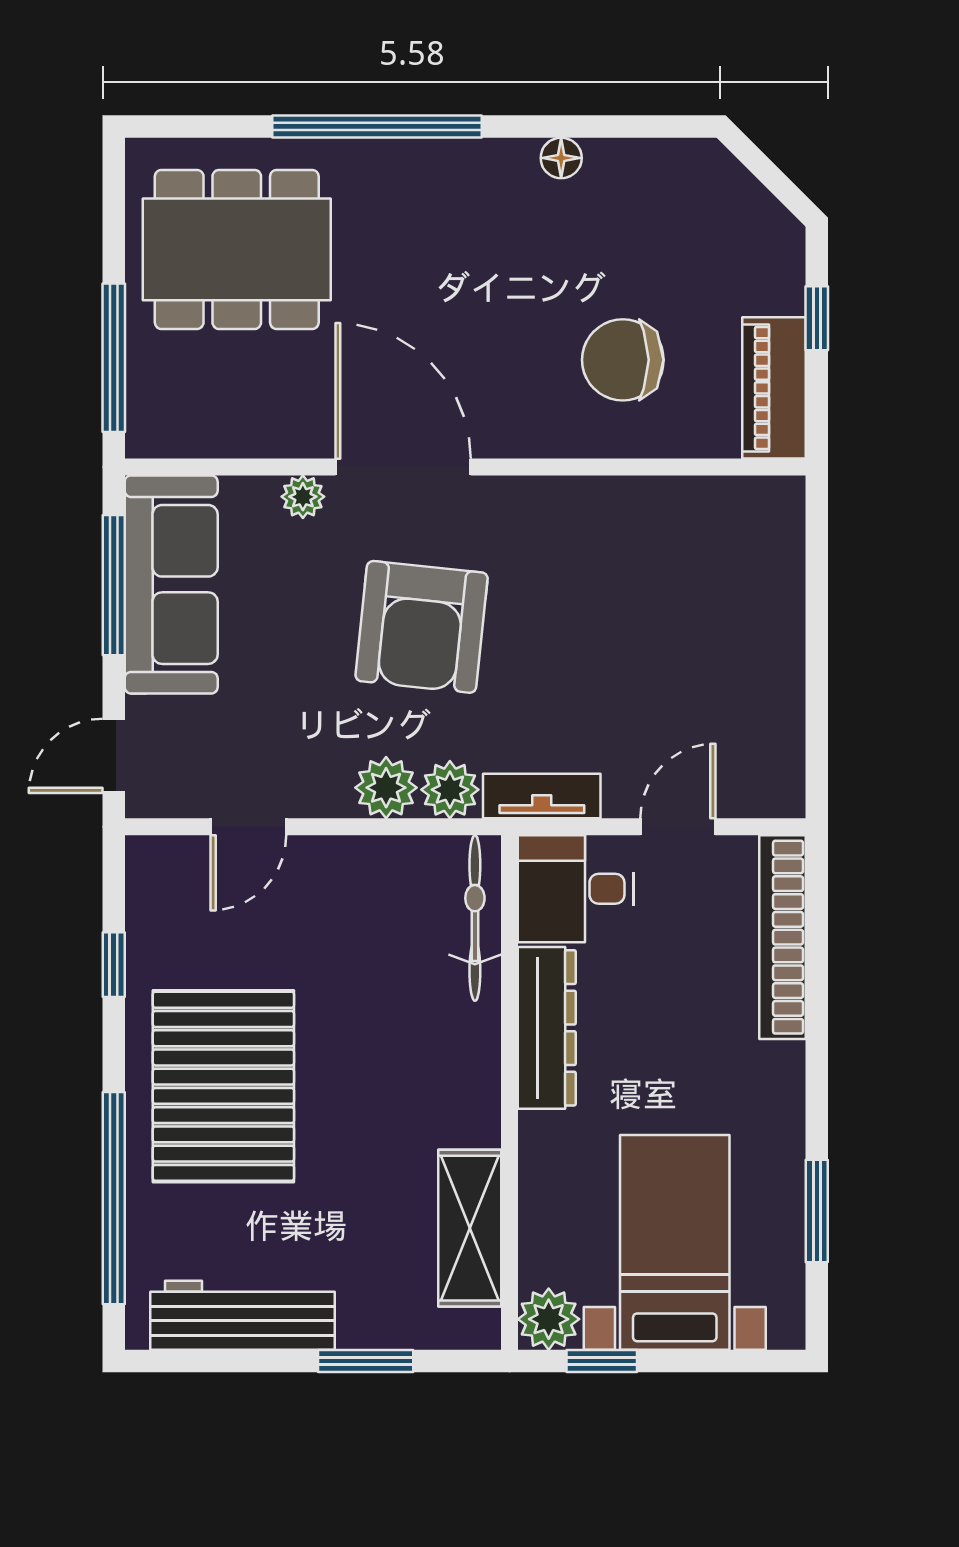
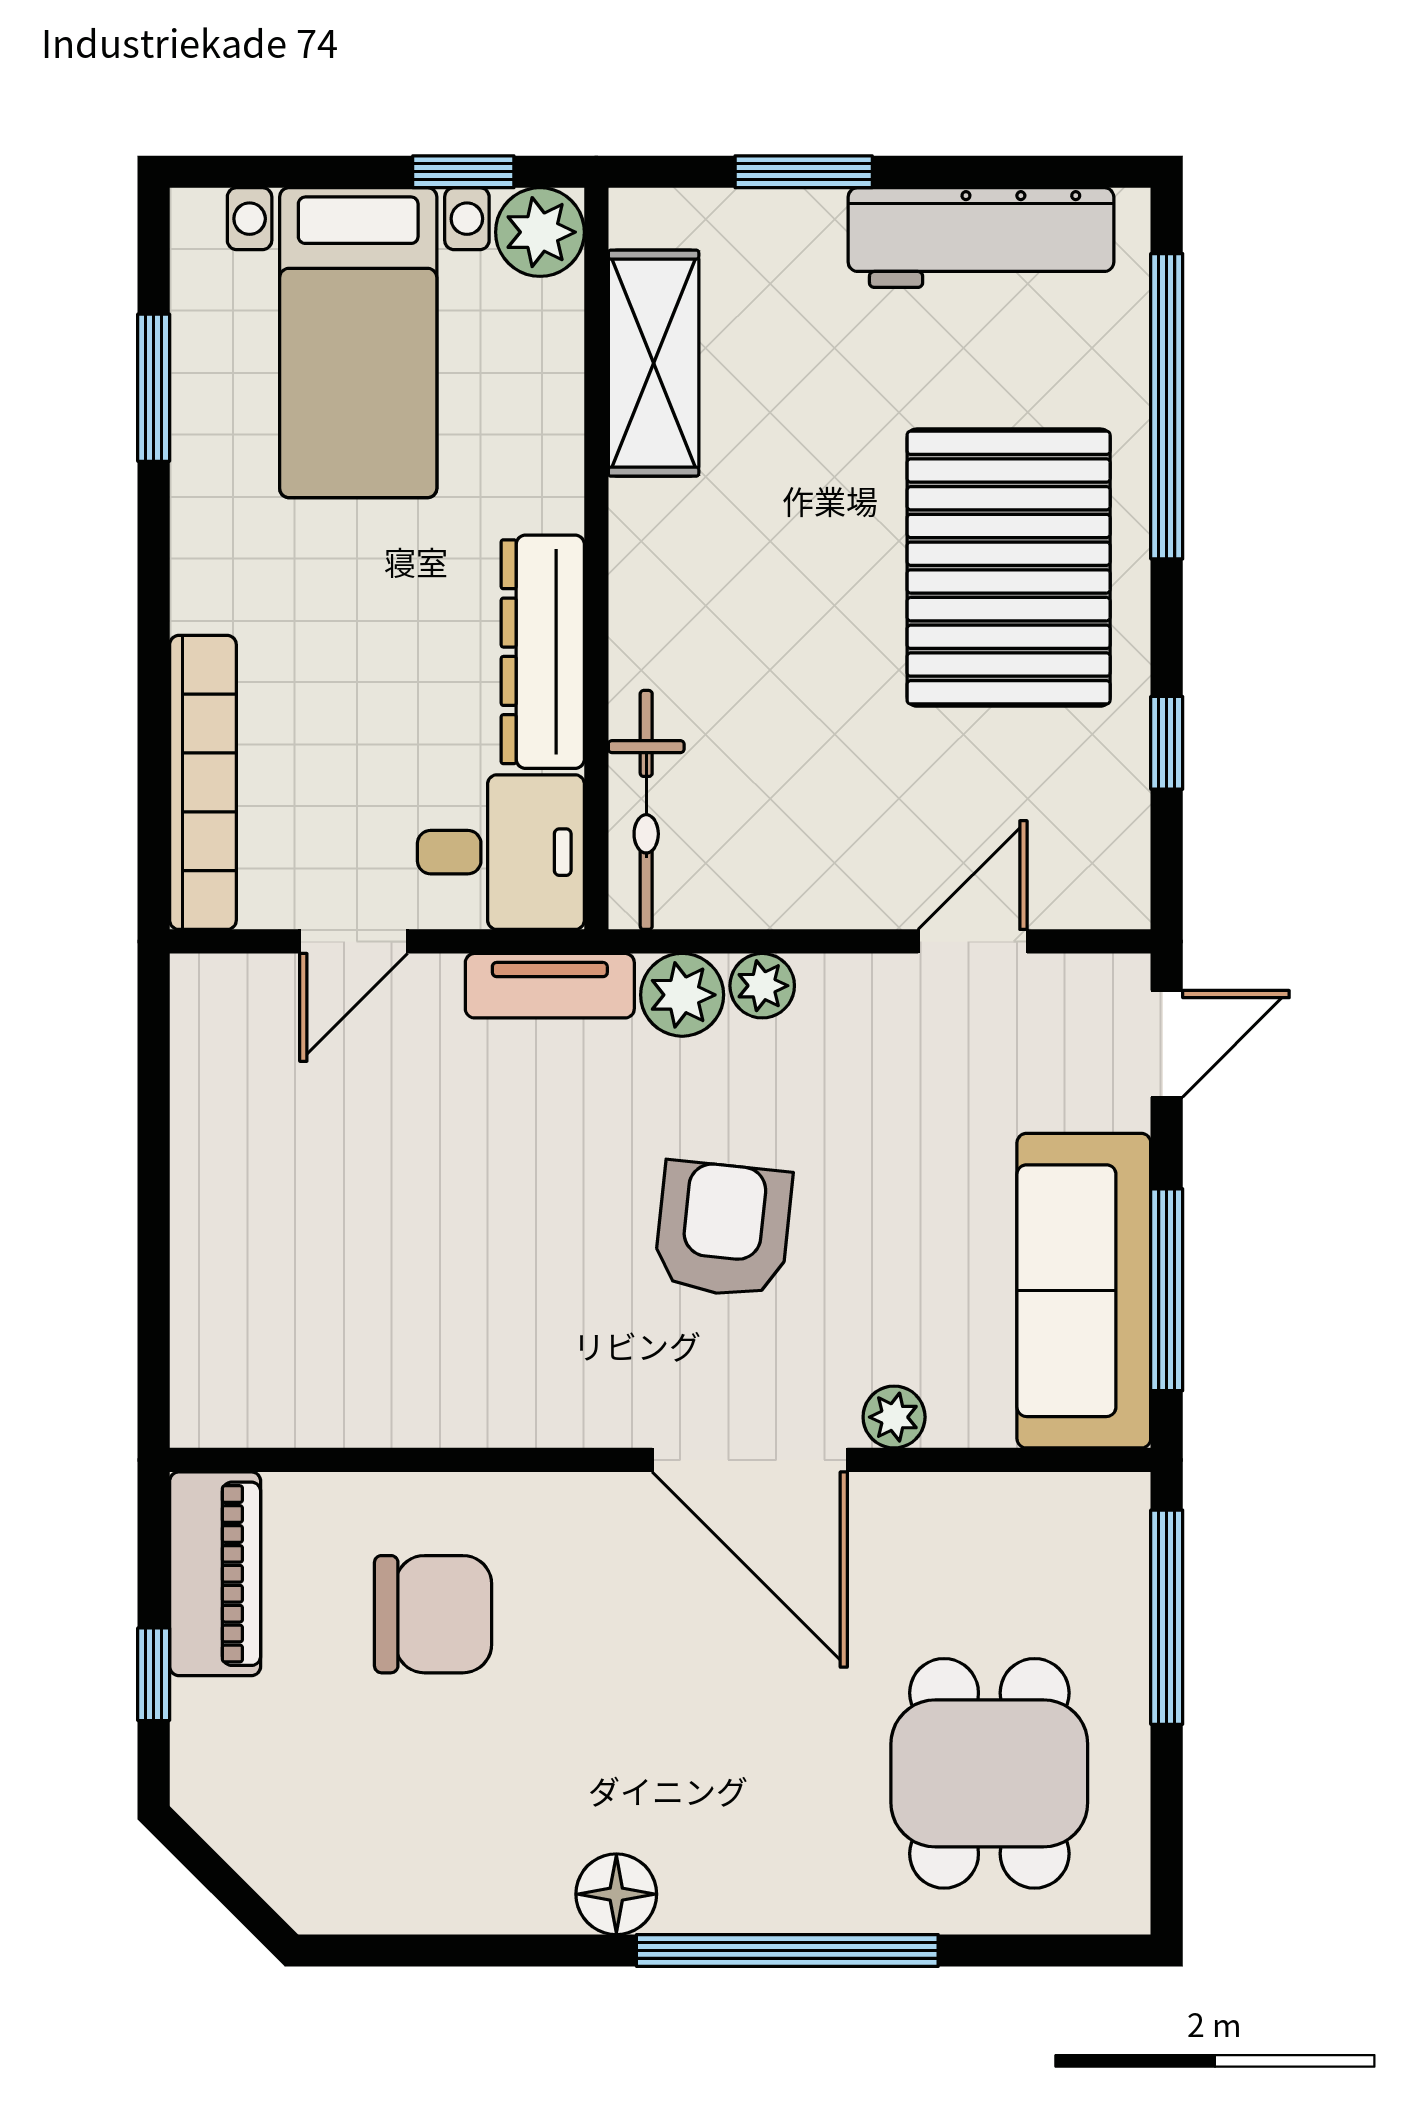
floor lamp: (561, 158) -> (616, 1894), moved, width x1.37, depth x1.37
dining table: (237, 249) -> (989, 1773), width x0.73
armchair: (422, 627) -> (723, 1229), width x0.73, depth x0.73
plant: (386, 788) -> (762, 986), width x0.73, depth x0.73

